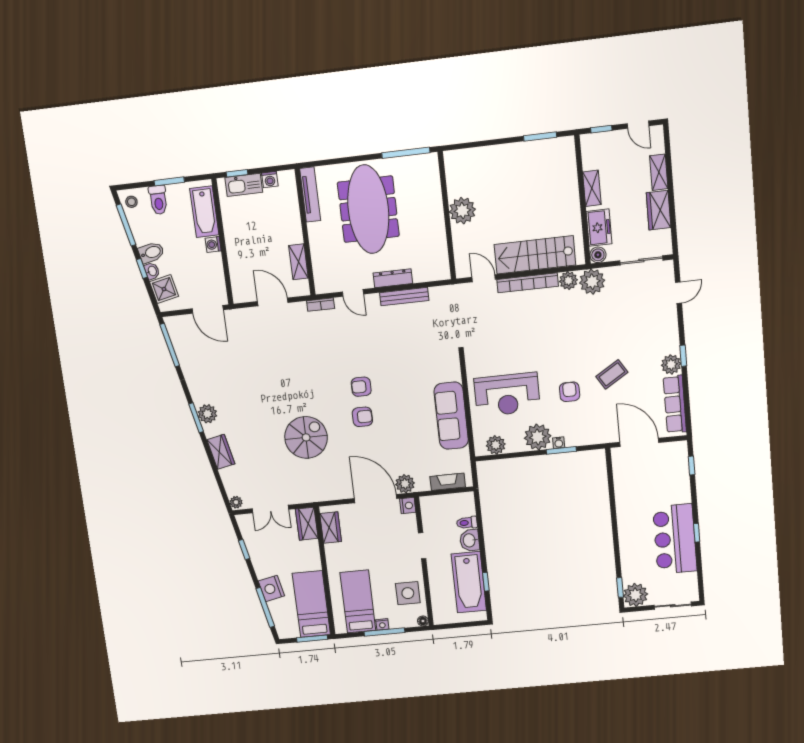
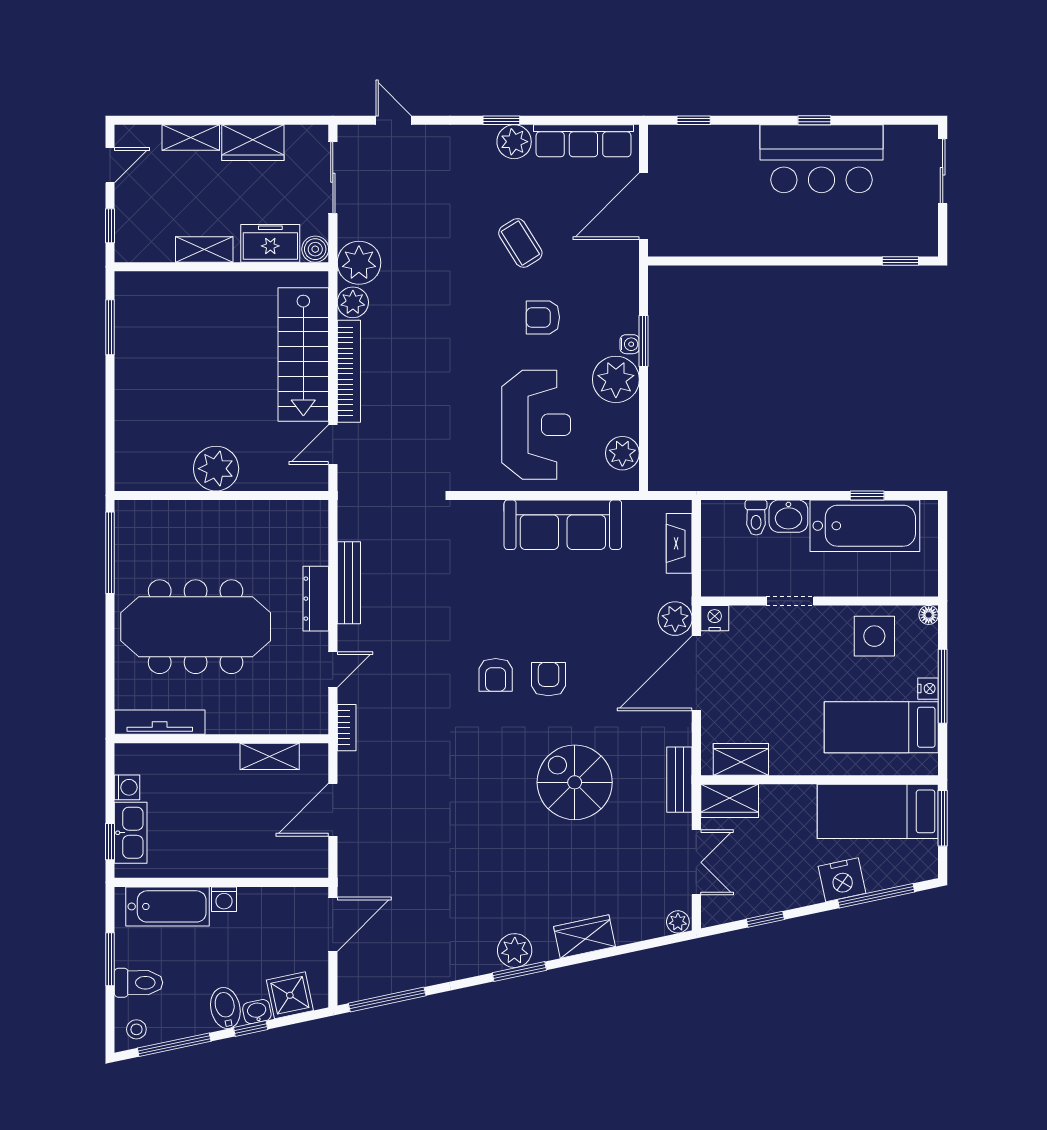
bench: (315, 495) -> (679, 780), added
plant: (635, 595) -> (917, 235), removed

